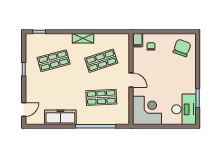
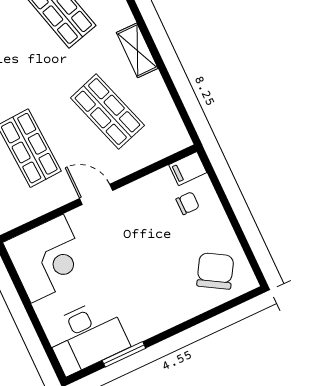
chair: (182, 48) -> (215, 271), turned -79
door: (131, 80) -> (96, 194), swing flipped

